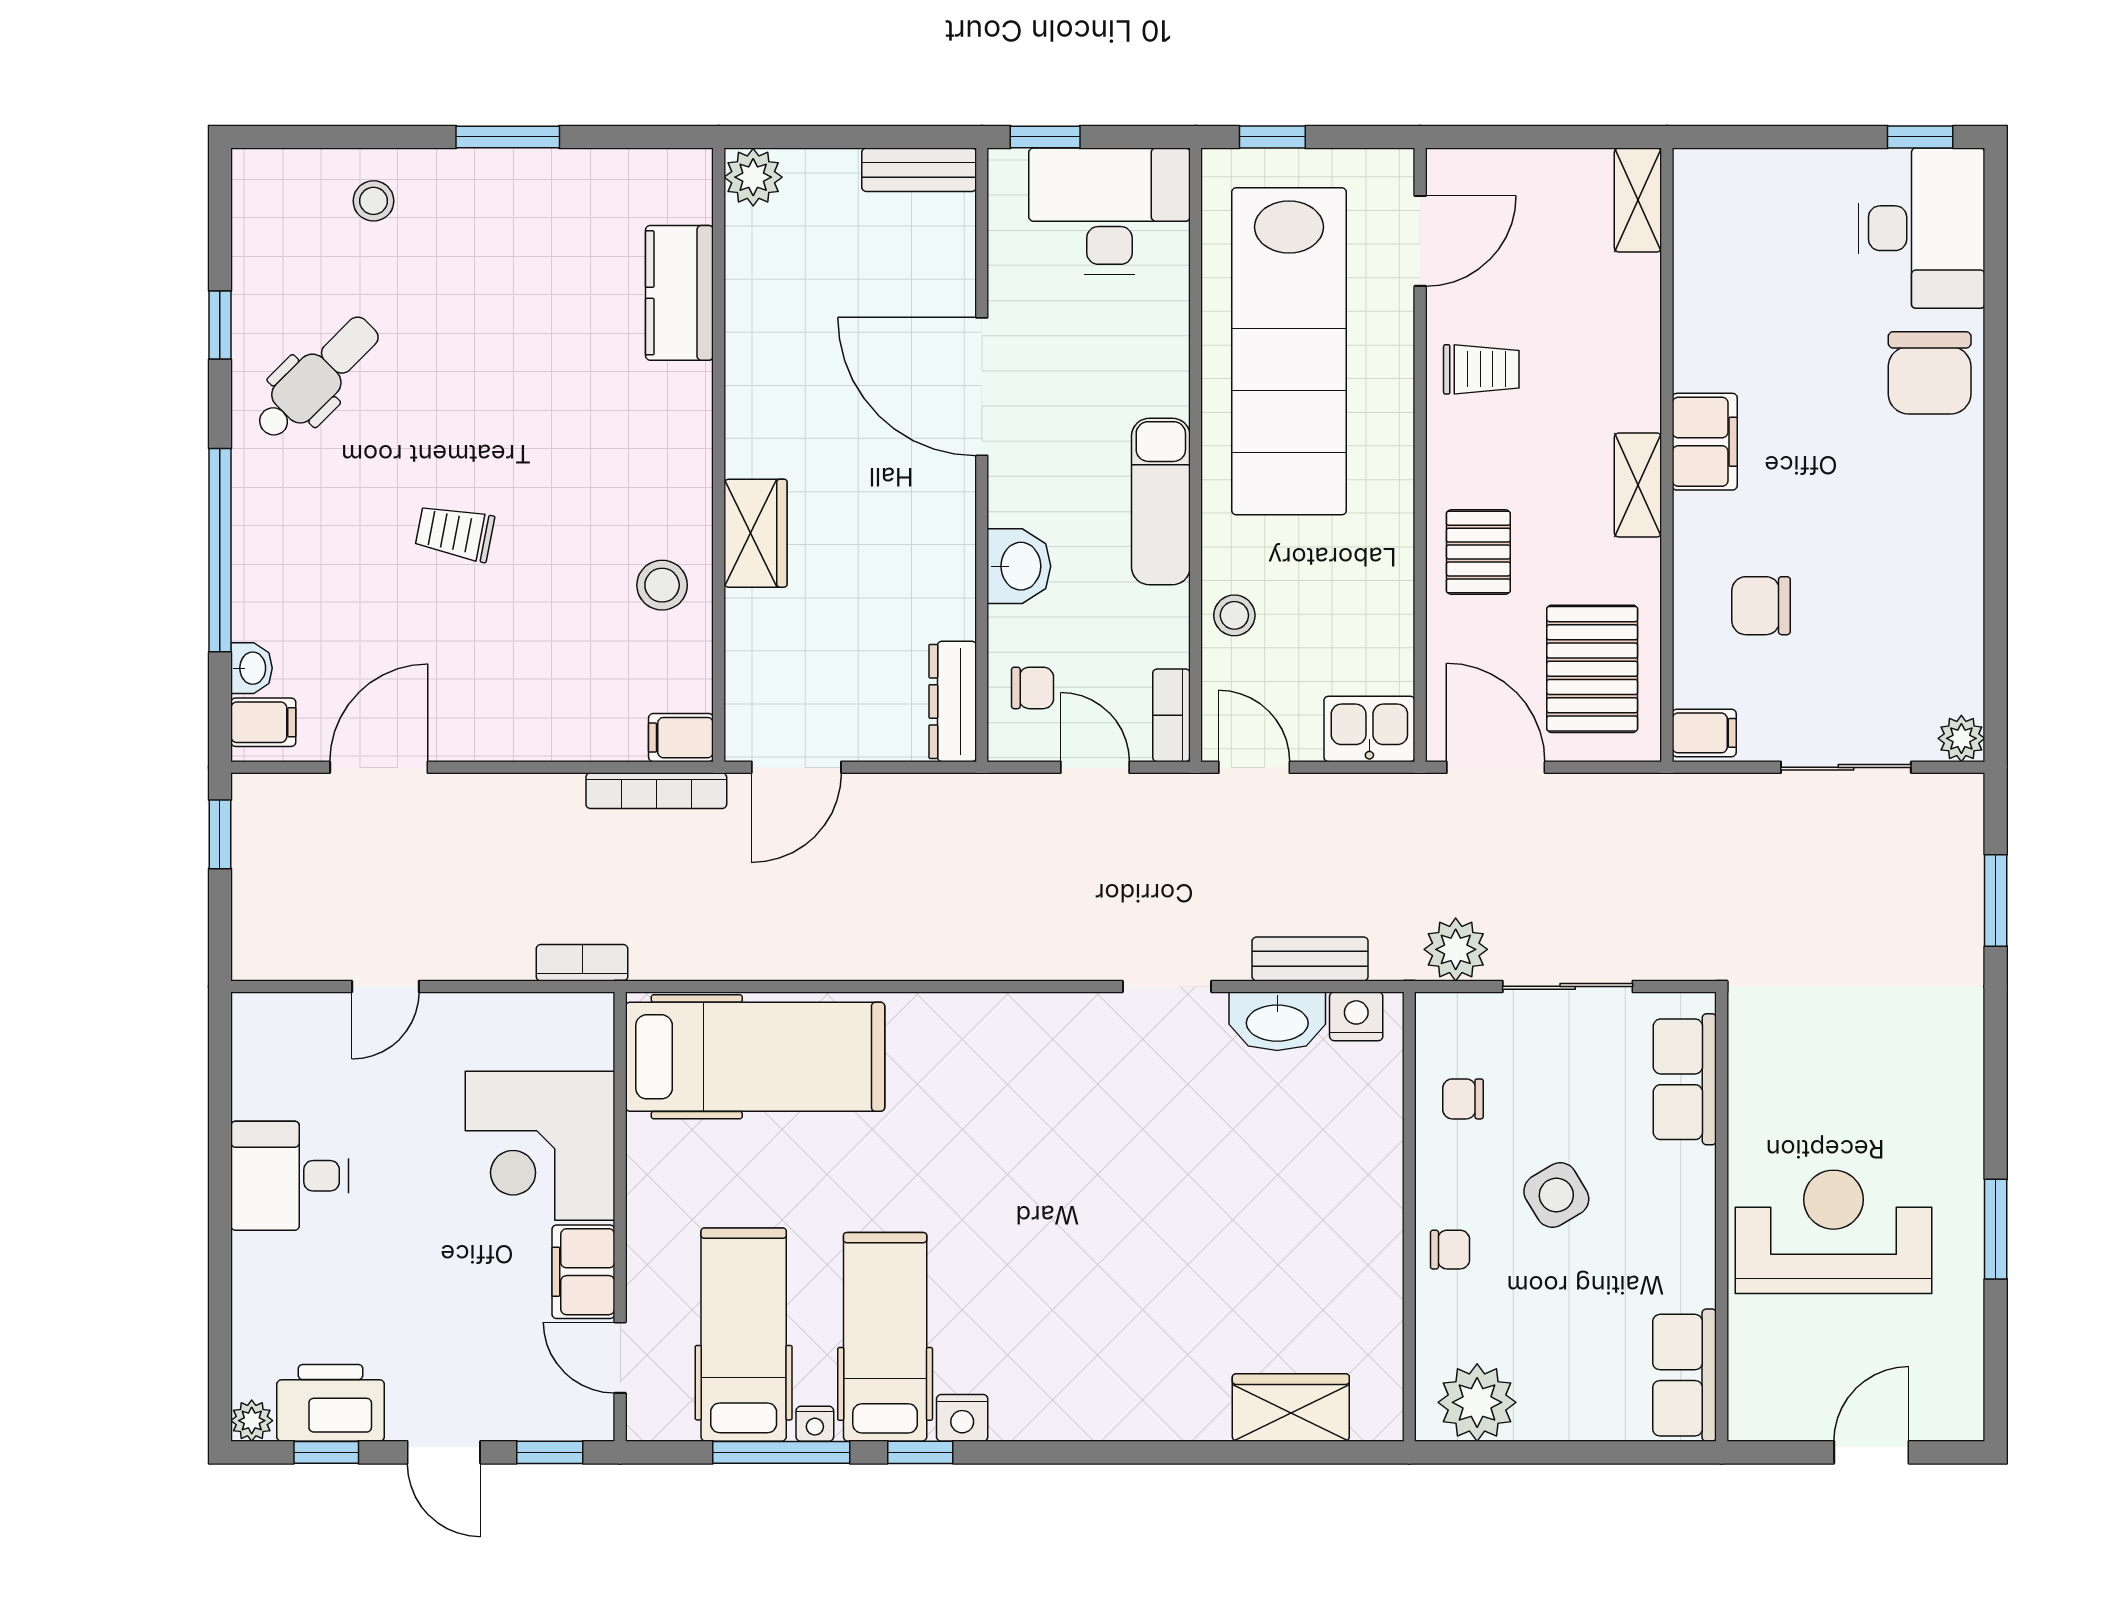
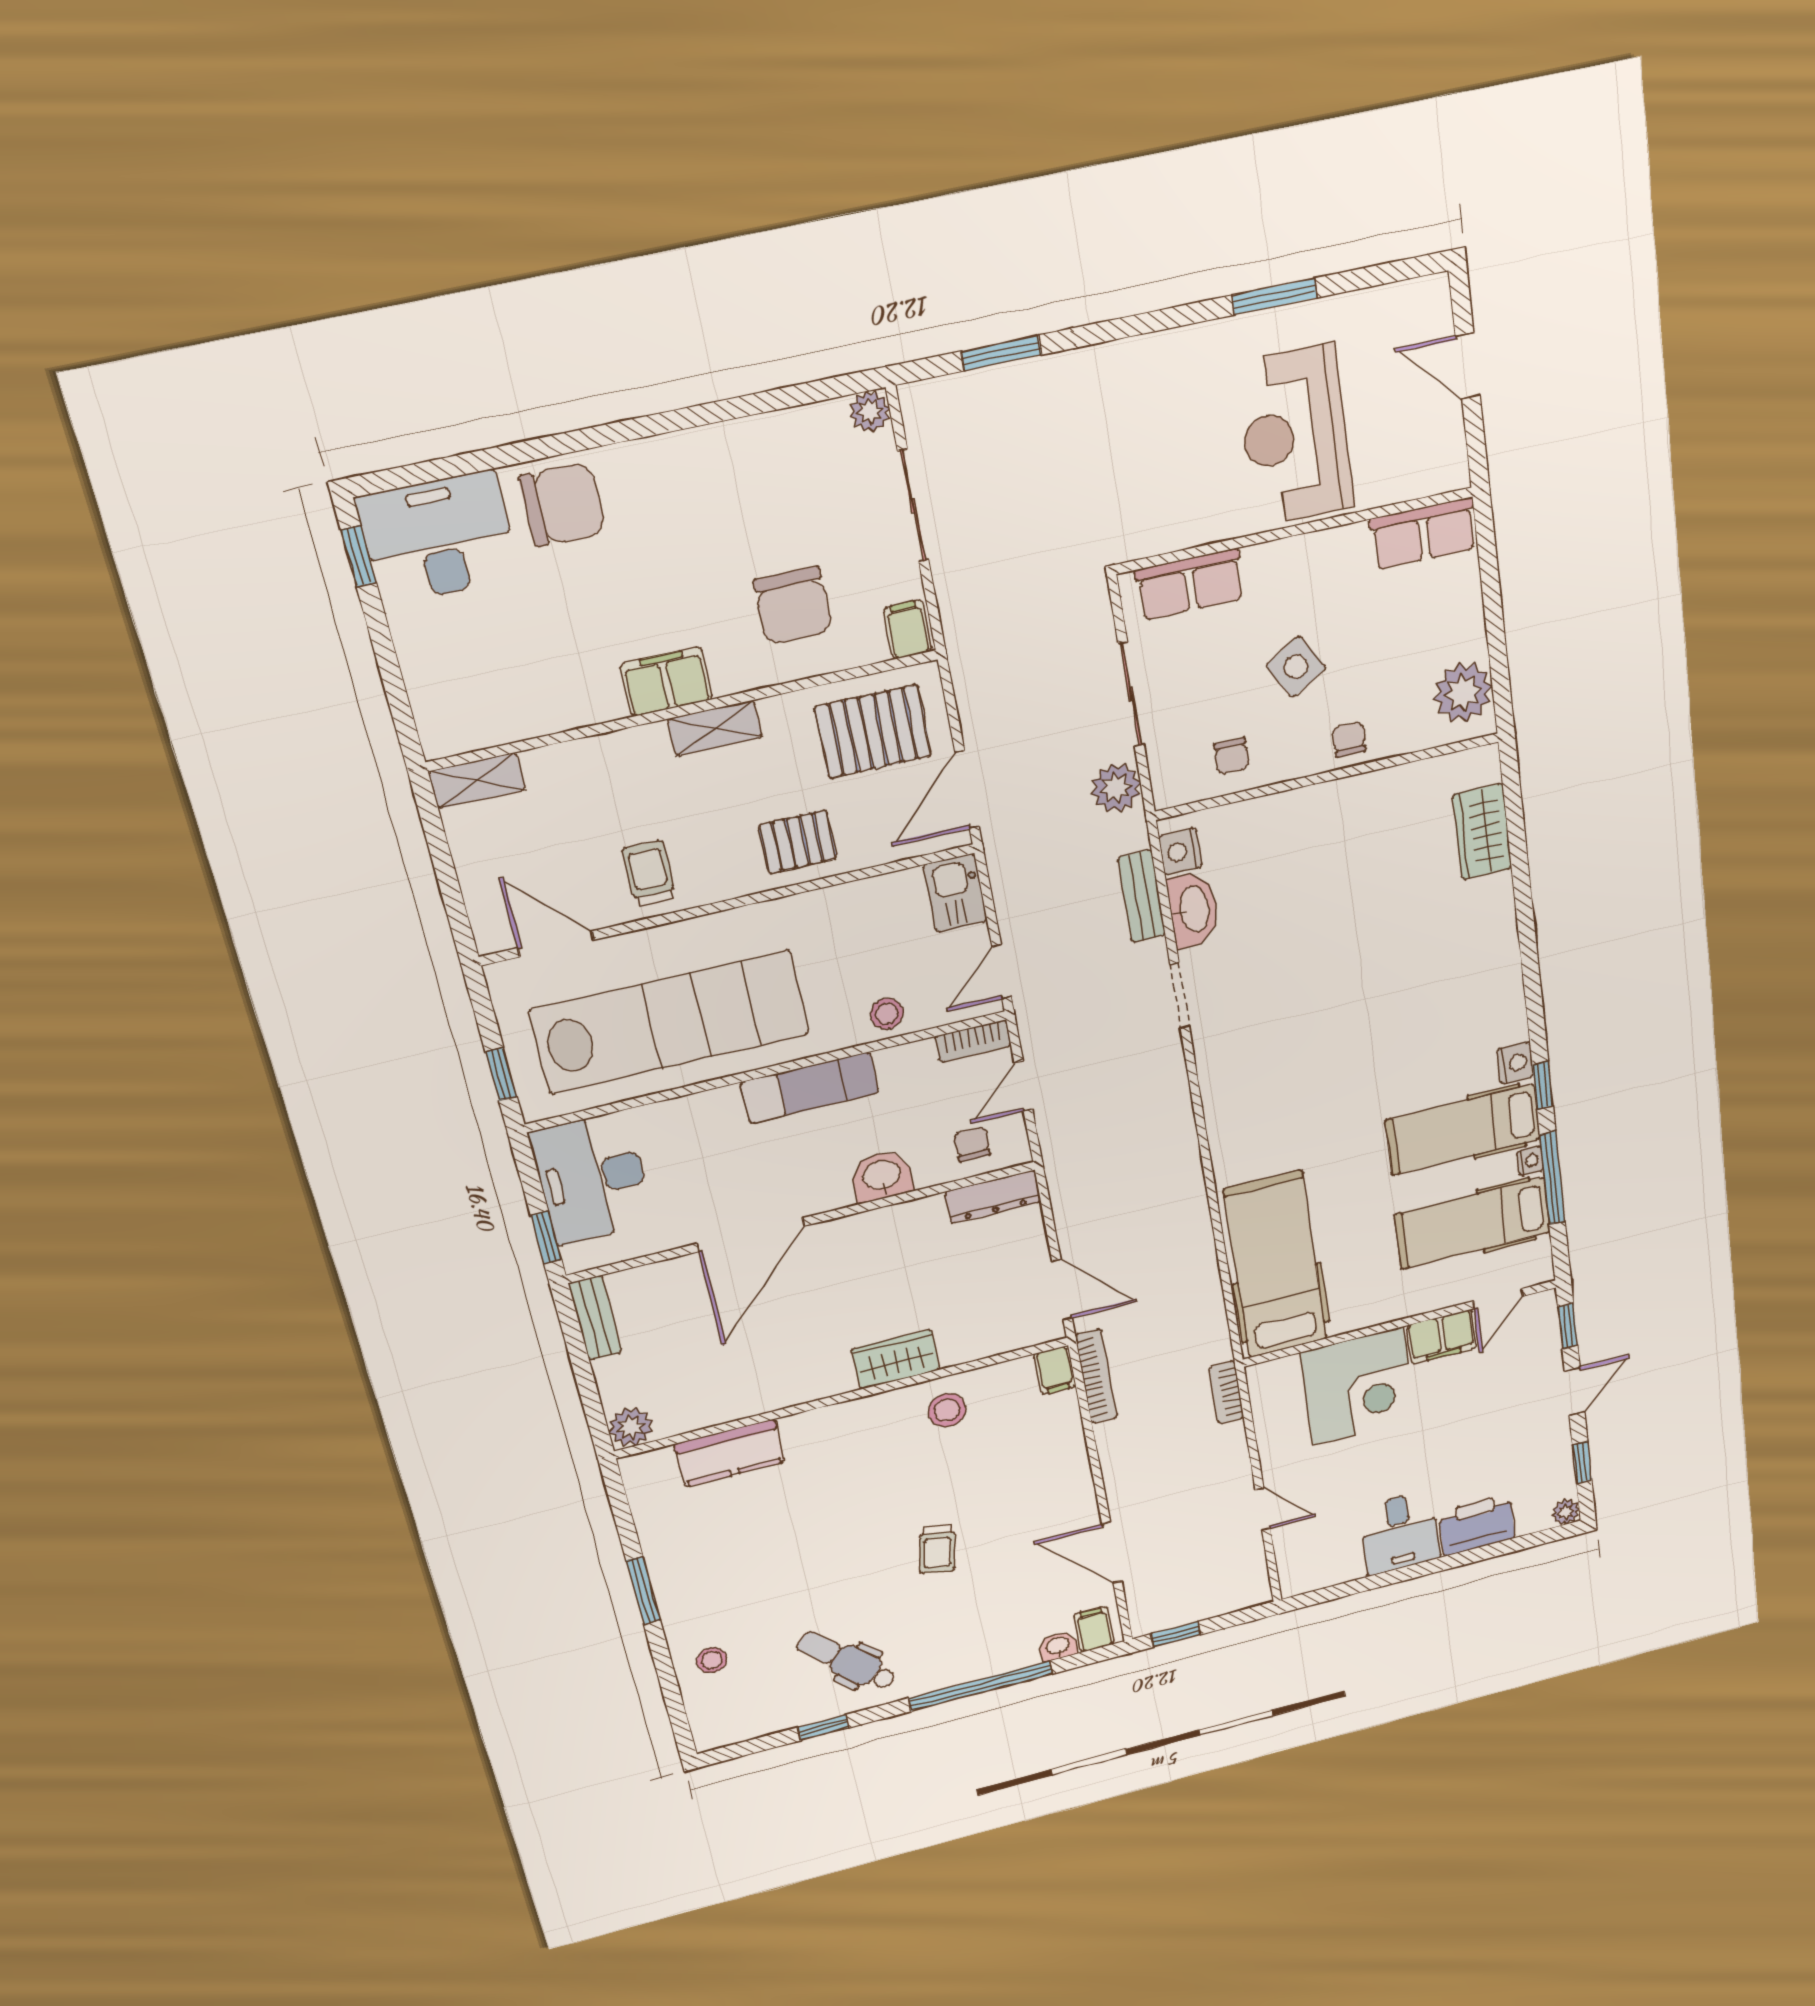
chair: (1761, 606) -> (793, 606), width x1.37, depth x1.37
printer: (331, 1403) -> (1477, 1525), moved, turned 90

